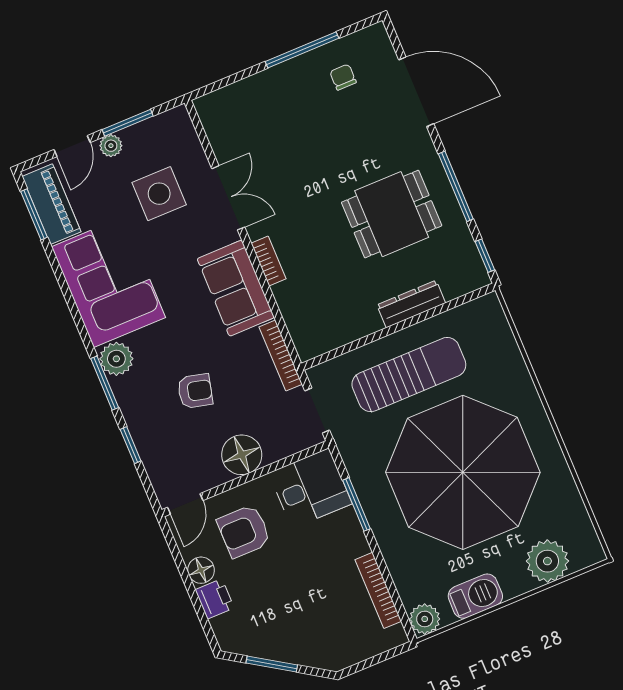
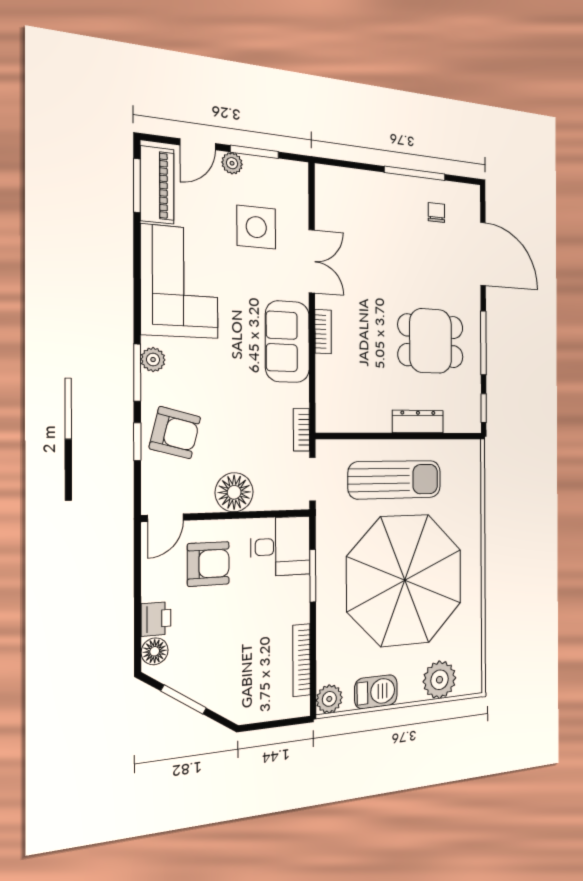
bookcase: (281, 356) -> (301, 430), width x0.64
plant: (116, 359) -> (153, 360), width x0.73, depth x0.73
armchair: (195, 391) -> (175, 433), moved, width x1.38, depth x1.38
armchair: (244, 531) -> (208, 564), turned 180
floor lamp: (201, 570) -> (155, 651), moved

